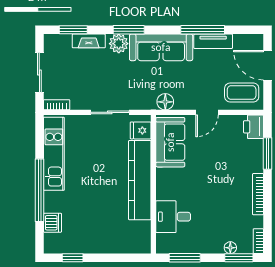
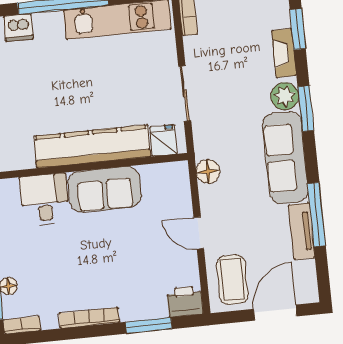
sofa: (170, 142) -> (105, 189), moved

